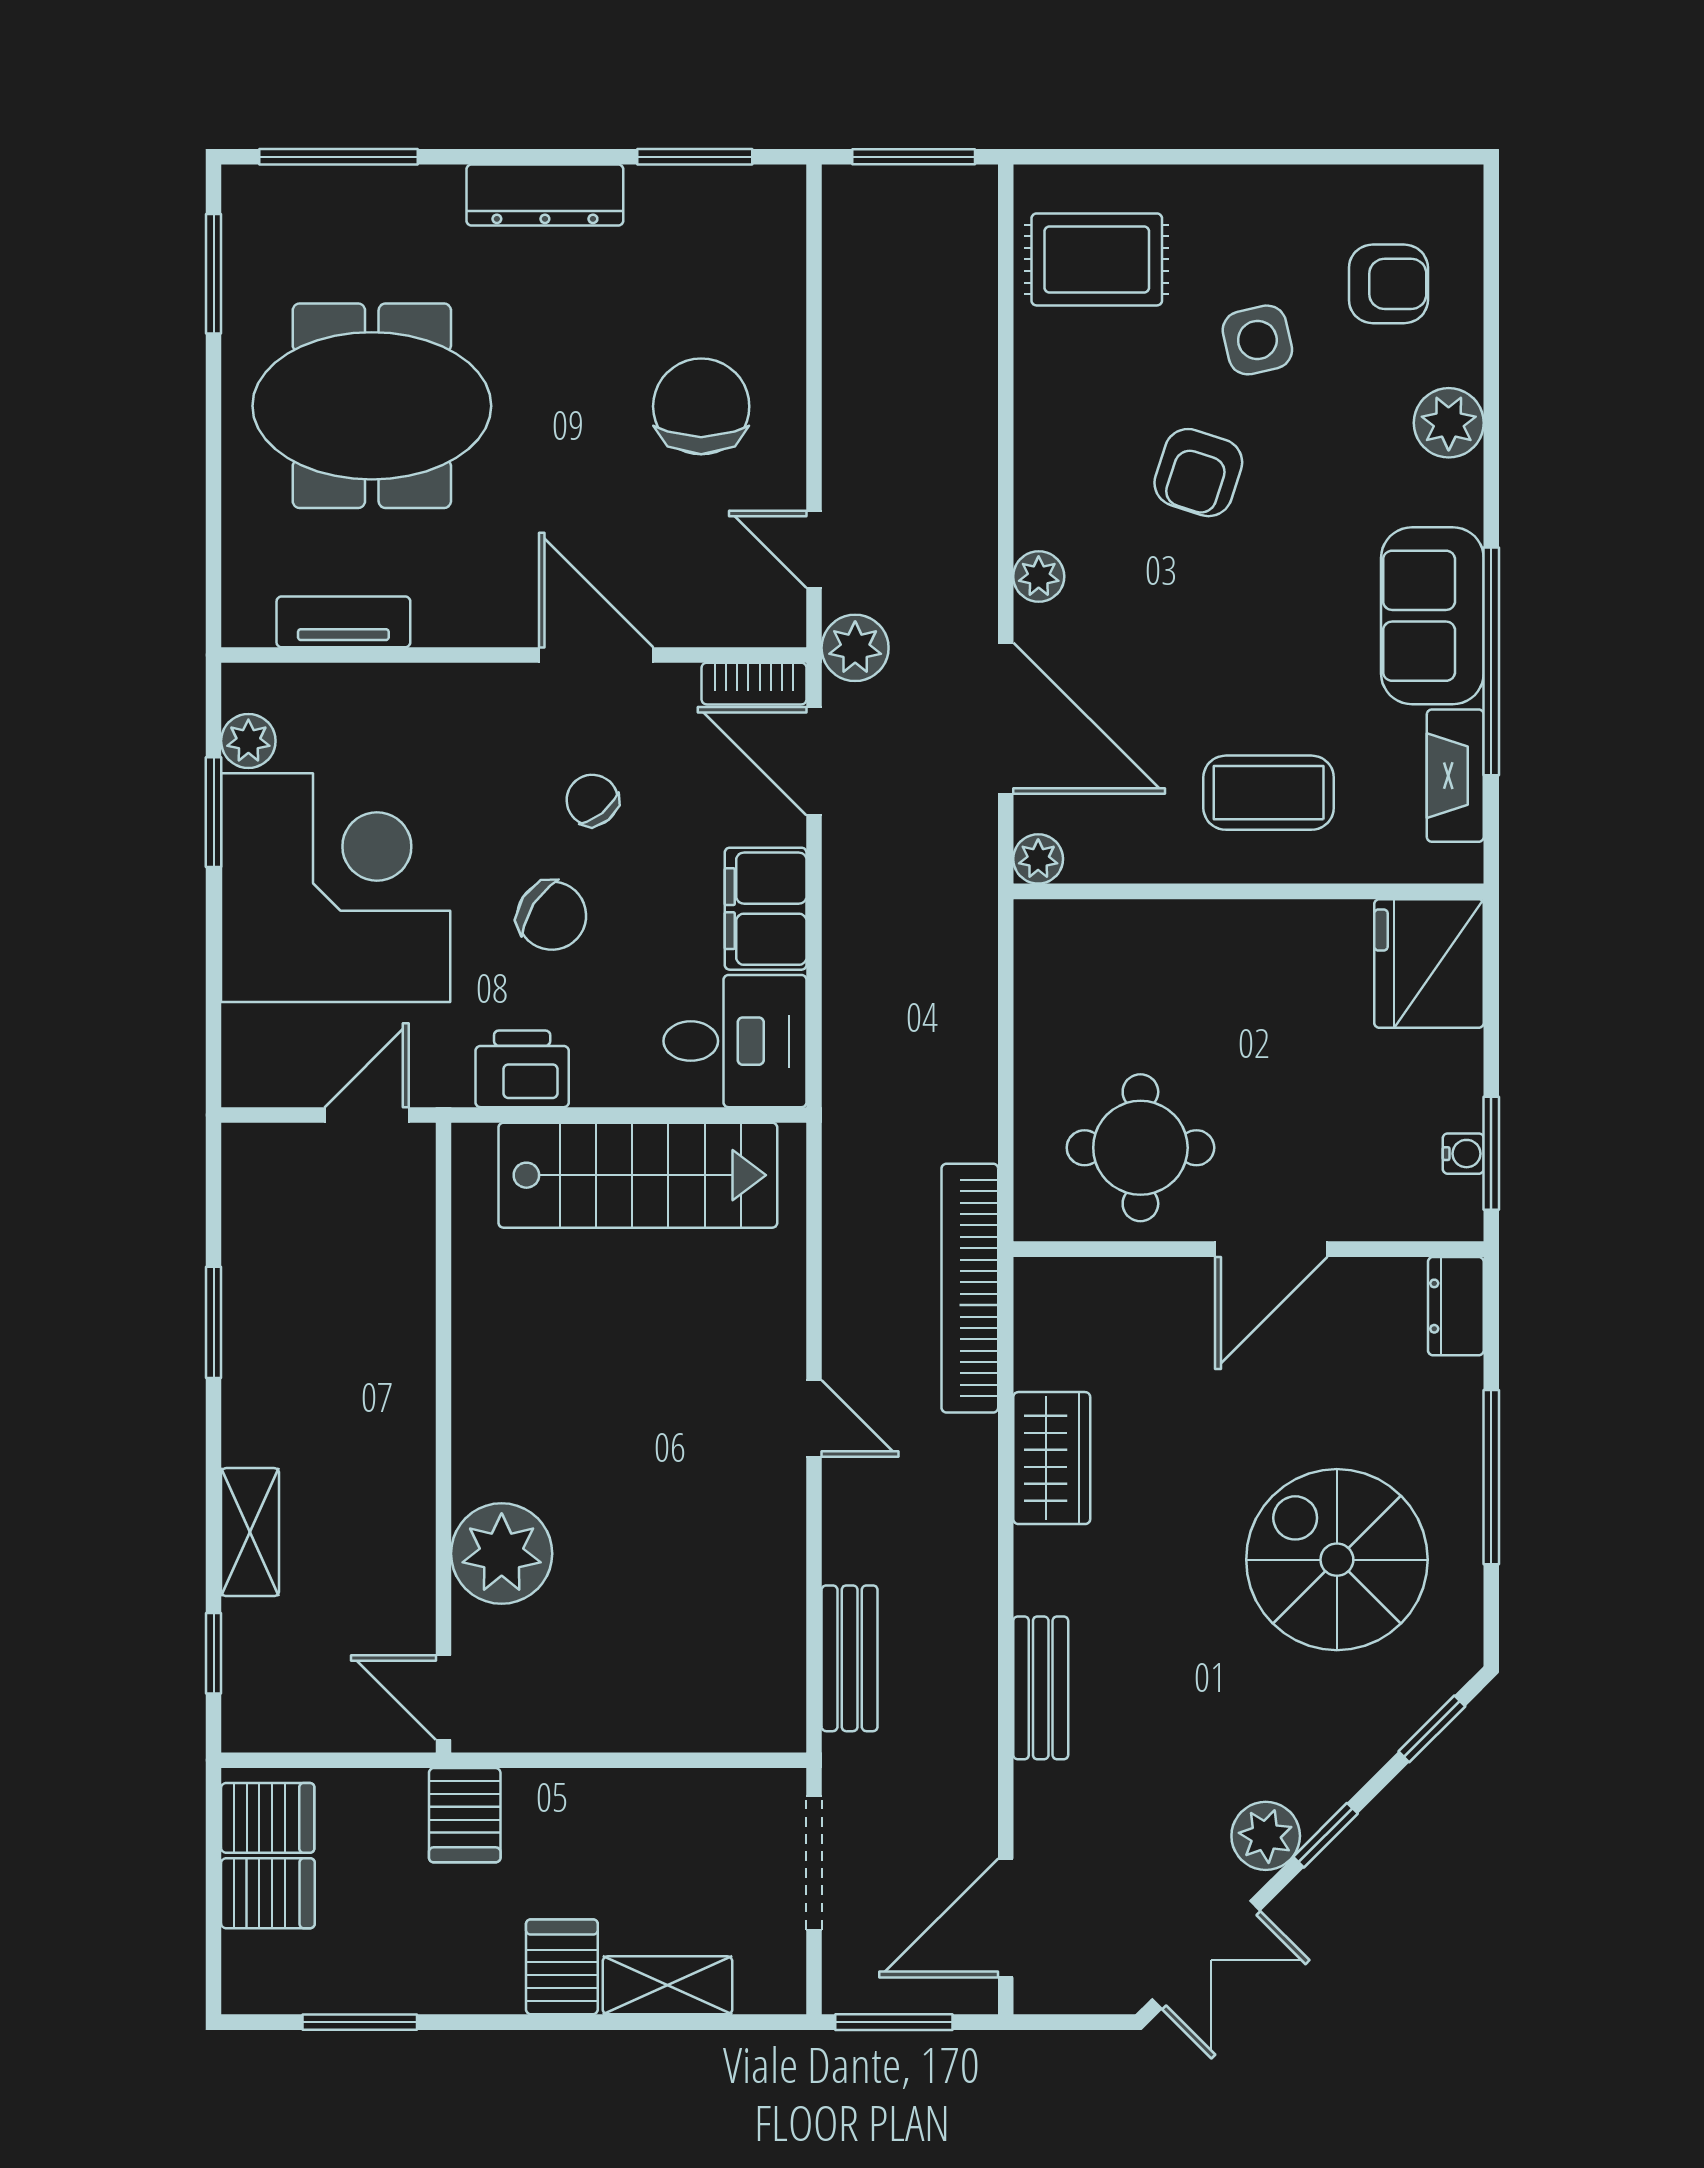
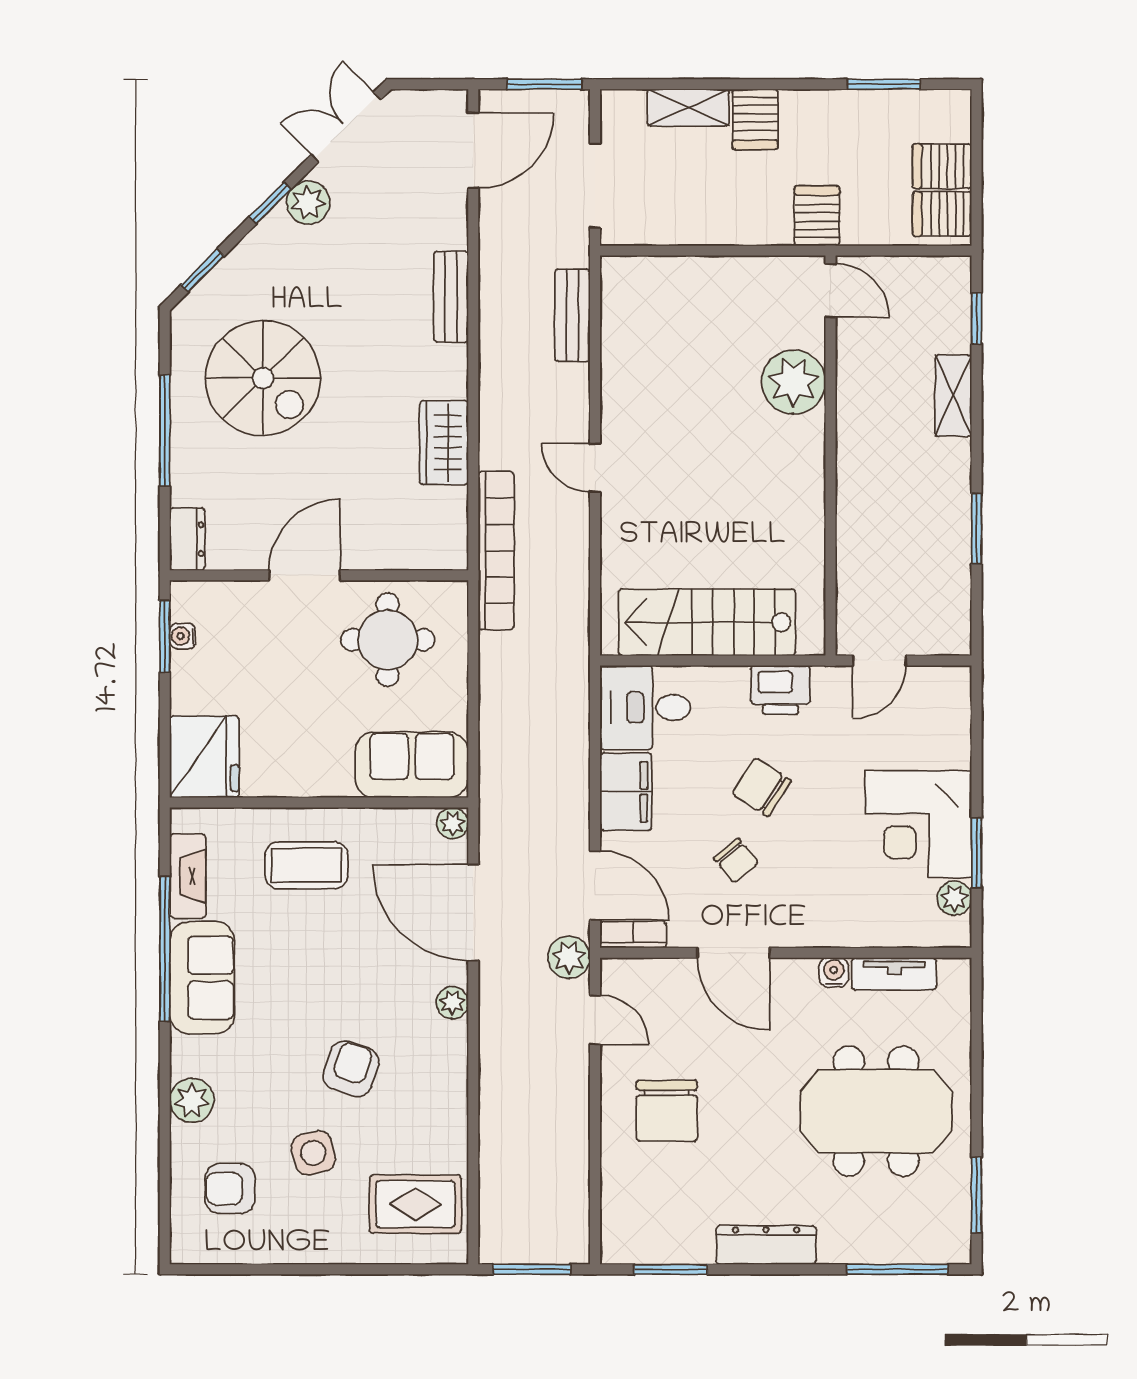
water cooler: (438, 624) -> (834, 972), added
corner desk: (336, 888) -> (918, 824), width x0.74, depth x0.74
sofa: (1103, 951) -> (412, 765), added

